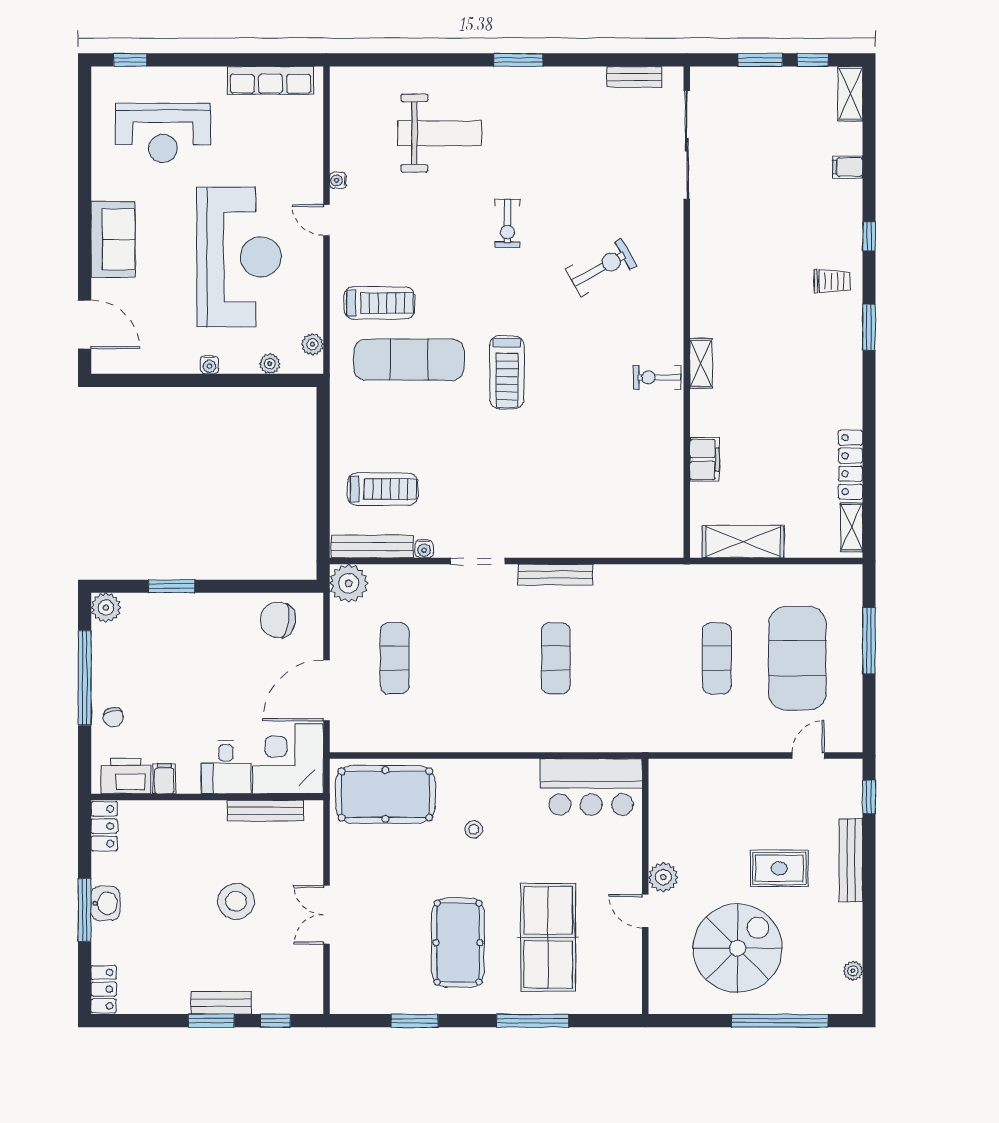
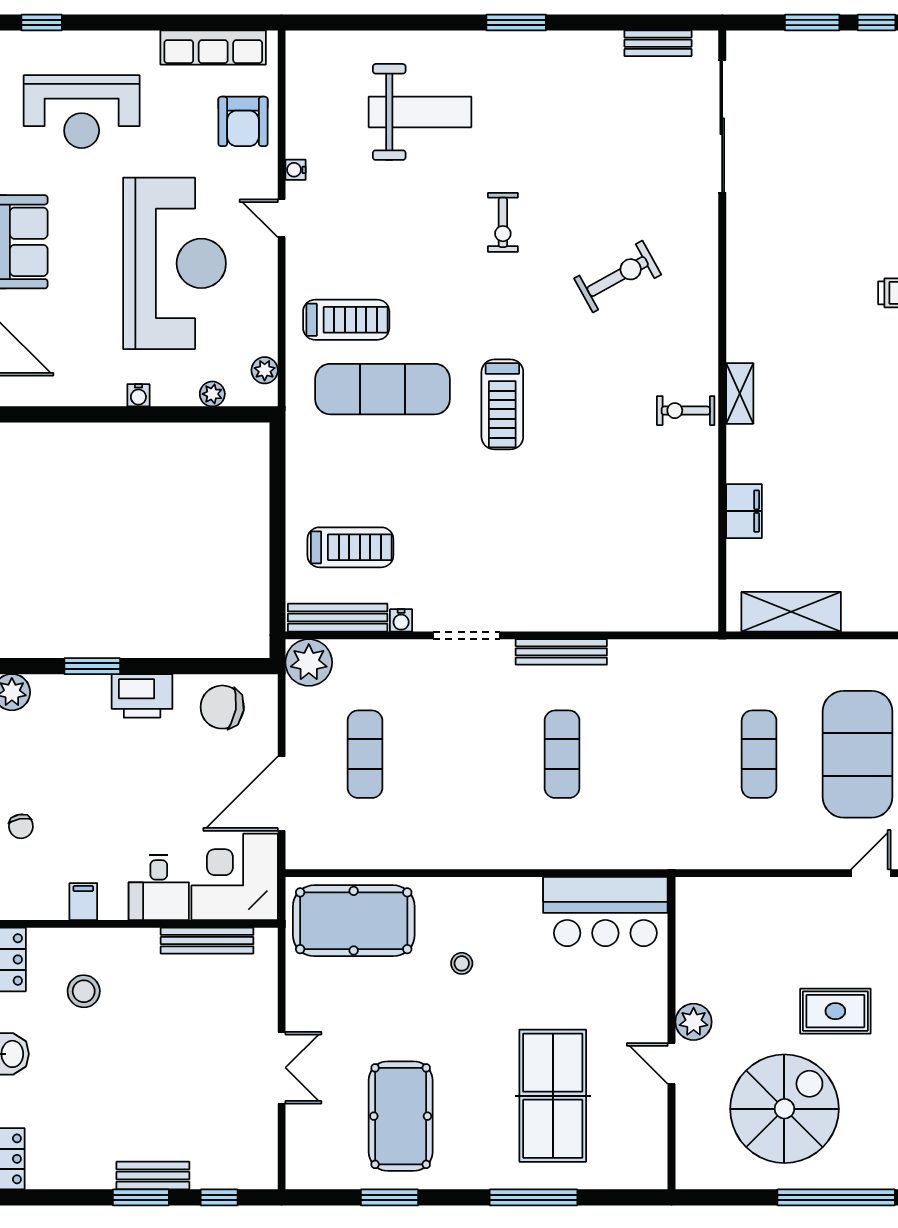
armchair: (295, 141) -> (243, 121), added
printer: (126, 776) -> (142, 696), moved, turned 180
stool: (236, 901) -> (84, 991), moved, width x0.73, depth x0.73
double door: (326, 915) -> (282, 1068), swing flipped
pool table: (458, 943) -> (401, 1116), moved

